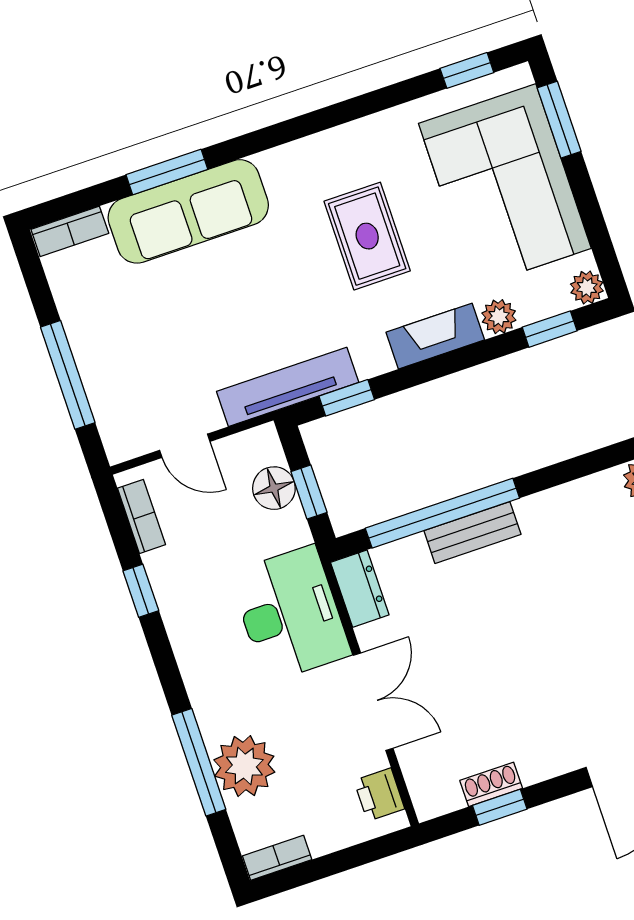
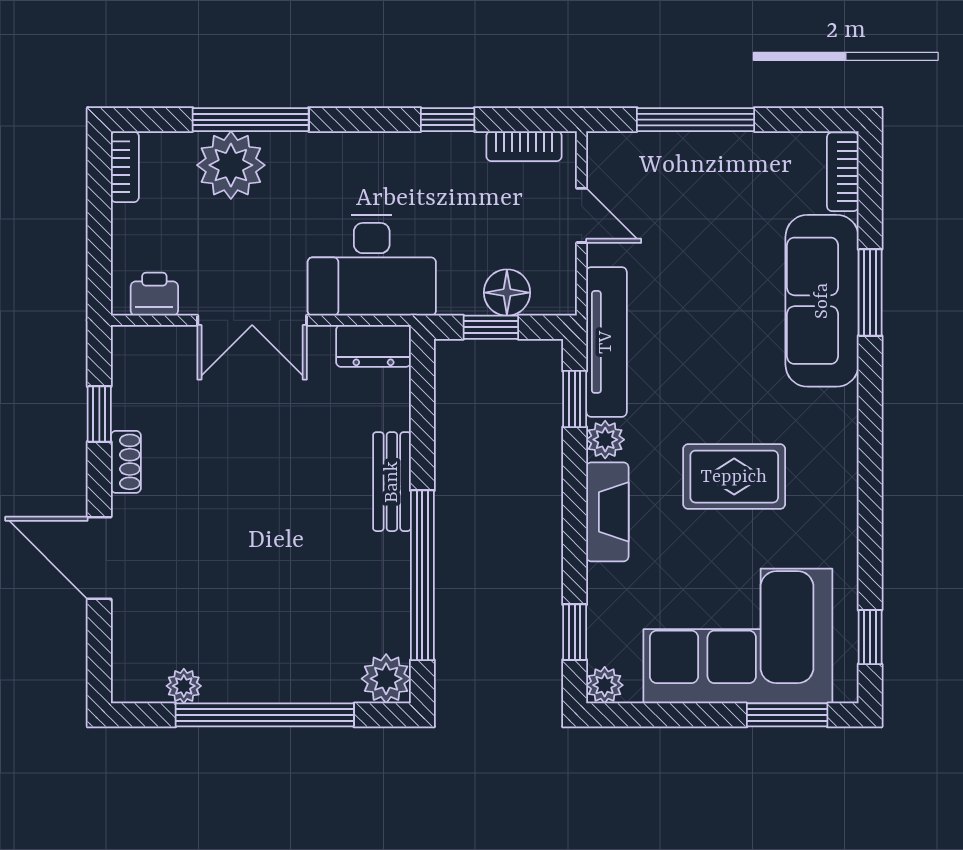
plant: (499, 317) -> (605, 440), moved
door: (185, 446) -> (582, 215), swing flipped
window: (442, 513) -> (422, 575), moved
shoe rack: (491, 784) -> (126, 462), moved

